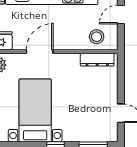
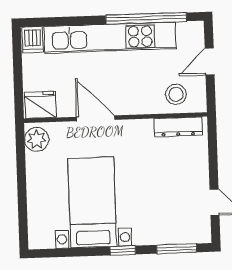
door: (40, 52) -> (96, 118), hinge flipped

